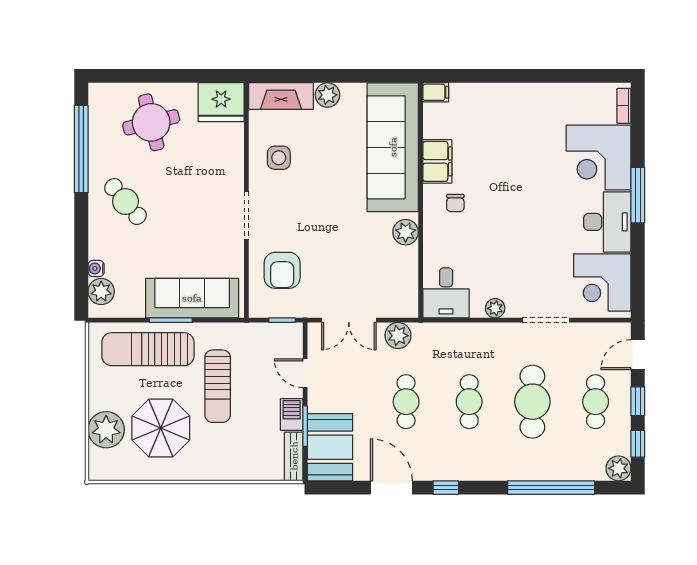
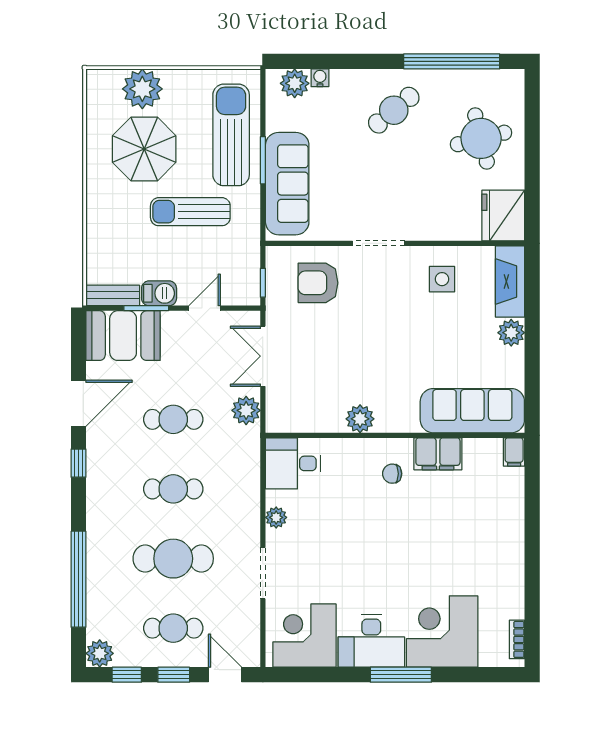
bookcase: (624, 106) -> (517, 639), moved, turned -90
sofa: (393, 147) -> (472, 411), width x0.74, depth x0.79

